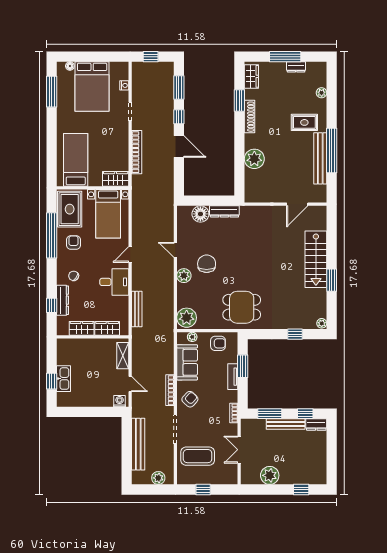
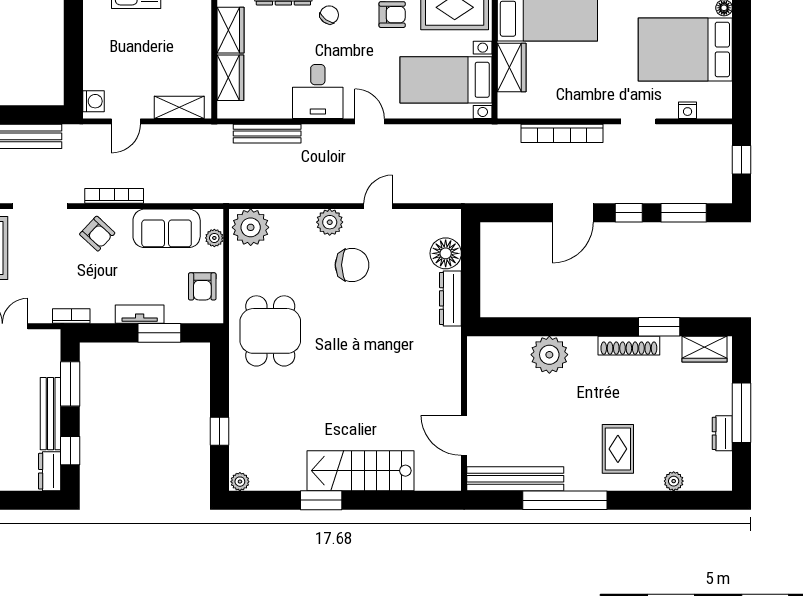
bench: (320, 158) -> (515, 479), moved
wardrobe: (116, 179) -> (512, 67), moved

